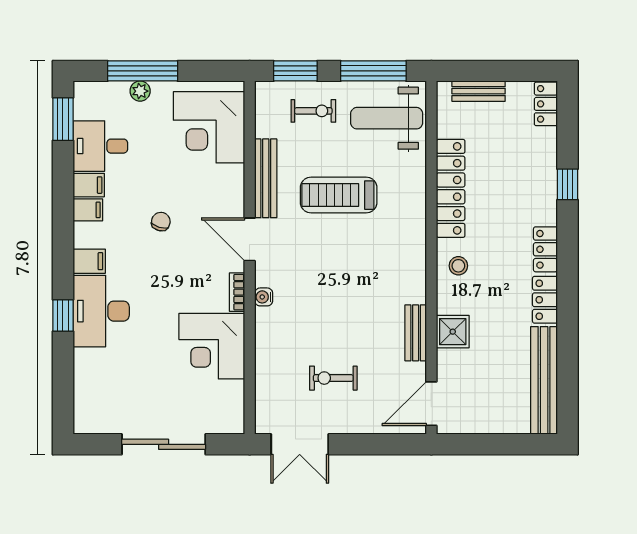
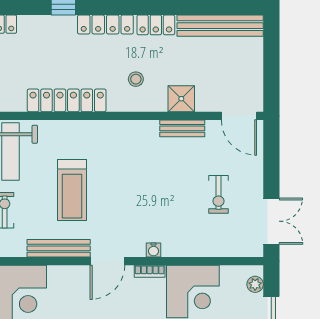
locker: (545, 249) -> (105, 24), width x1.53
stool: (458, 266) -> (136, 79), moved
plant: (221, 424) -> (255, 284), added

